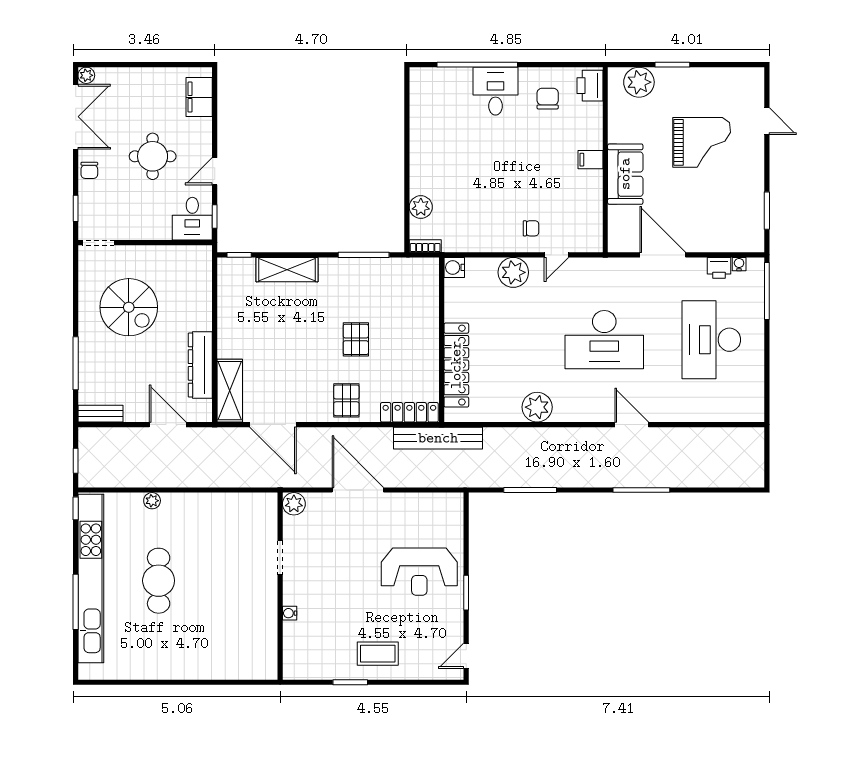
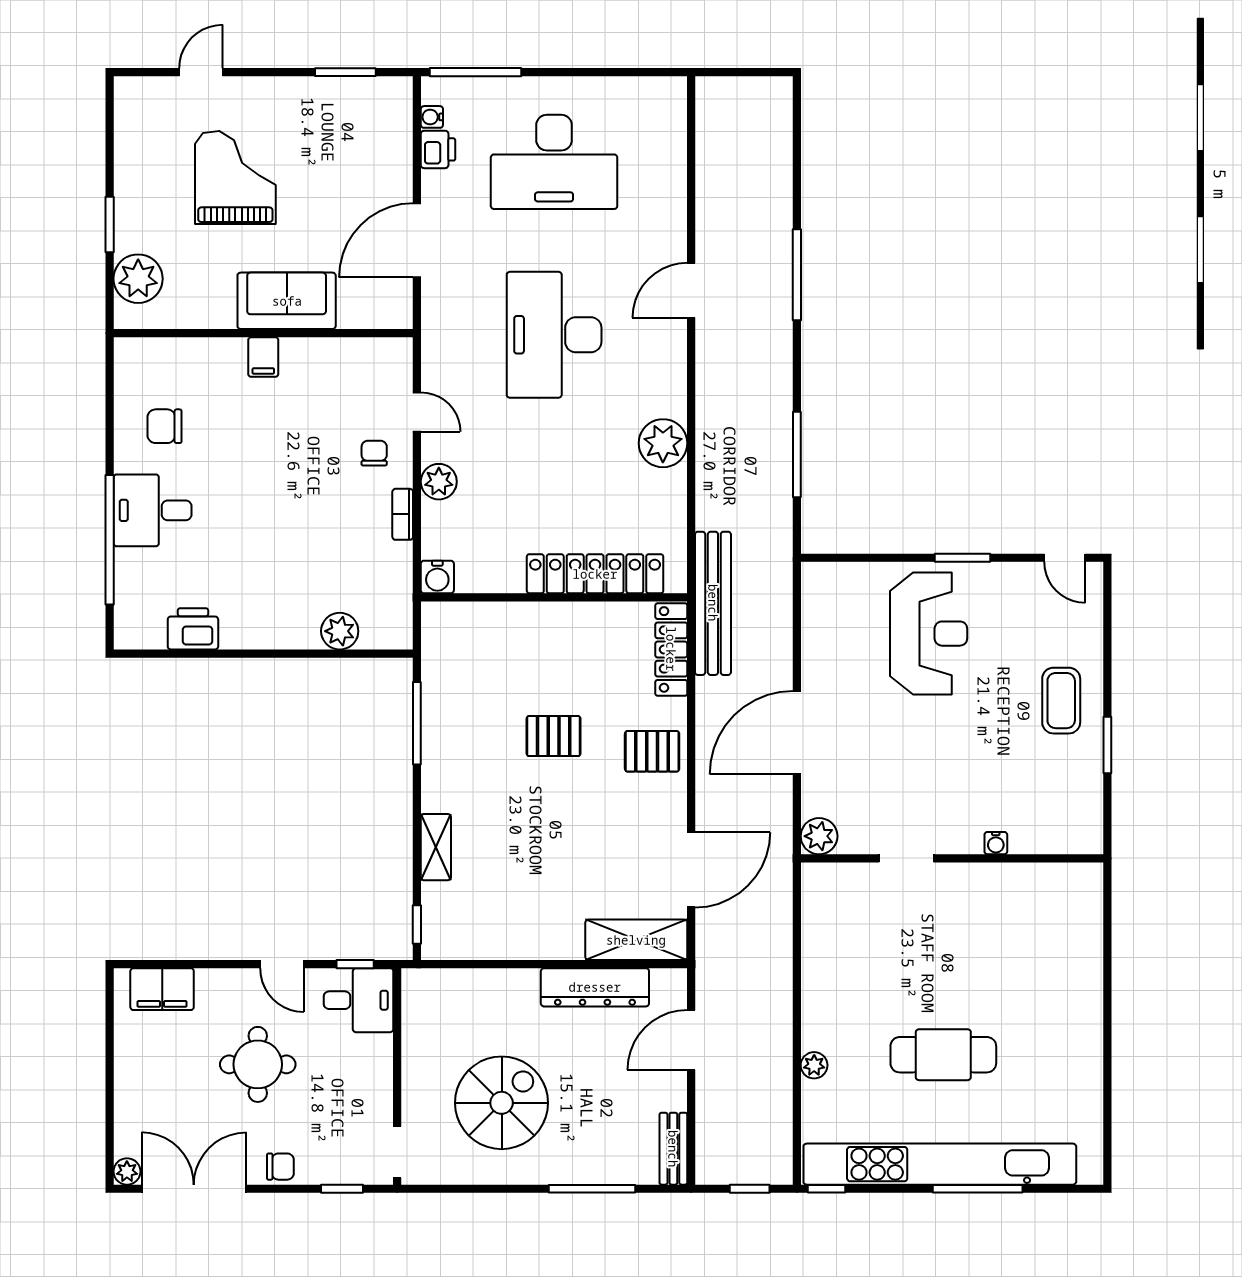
printer: (590, 86) -> (193, 629), moved, turned 180
bookcase: (425, 246) -> (403, 514), moved
shelving: (287, 270) -> (436, 847), width x0.67, depth x0.75
plant: (513, 272) -> (439, 482), width x0.73, depth x0.73
desk: (604, 340) -> (554, 335), turned 180

